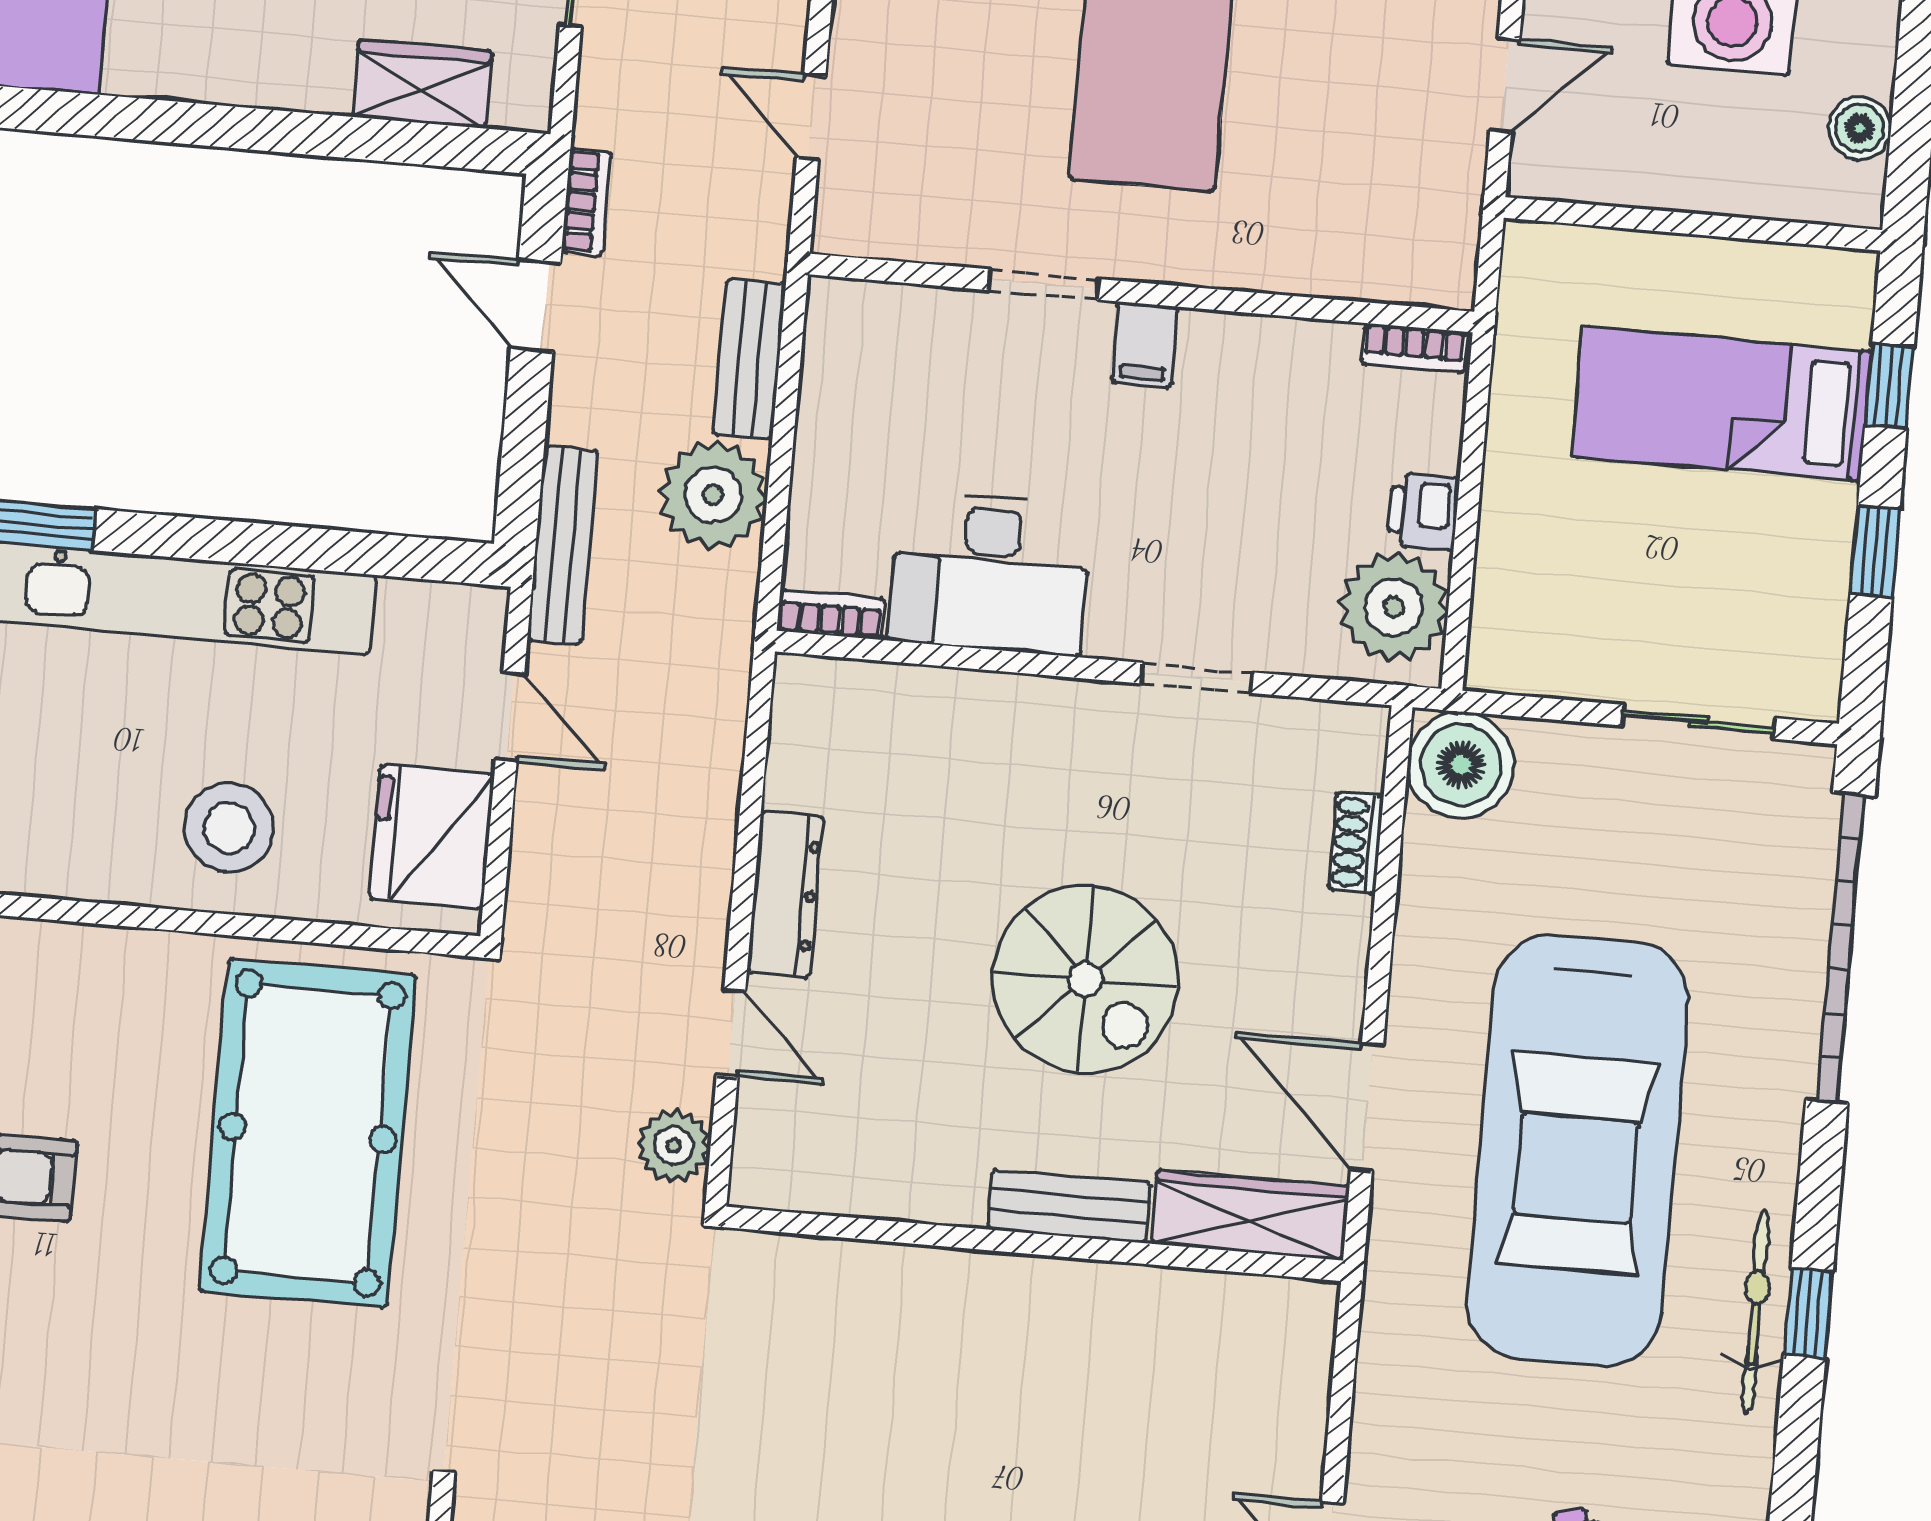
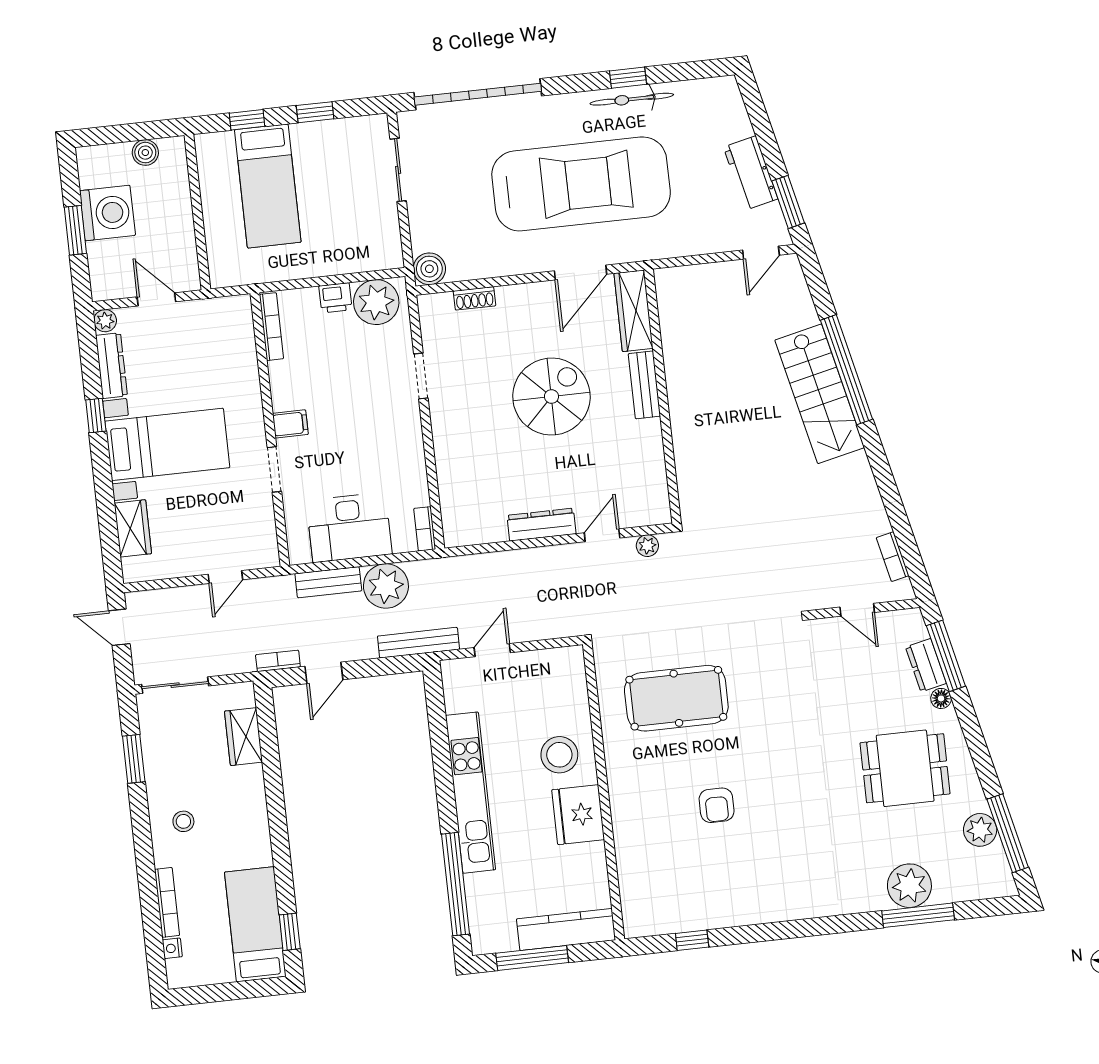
bookcase: (1414, 348) -> (271, 327), width x1.56
desk: (990, 573) -> (349, 527), moved, turned 90
boiler: (1461, 765) -> (429, 269), width x0.73, depth x0.73
fridge: (432, 837) -> (578, 815), moved, turned 90
pool table: (308, 1133) -> (676, 698), width x0.73, depth x0.76
plant: (674, 1146) -> (647, 546), width x0.73, depth x0.73

